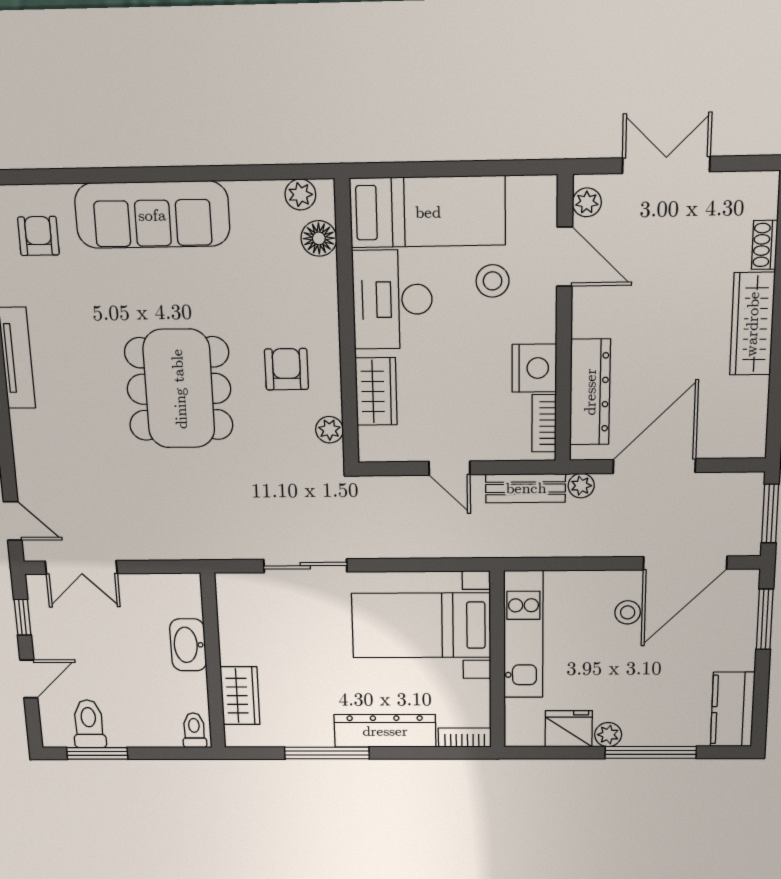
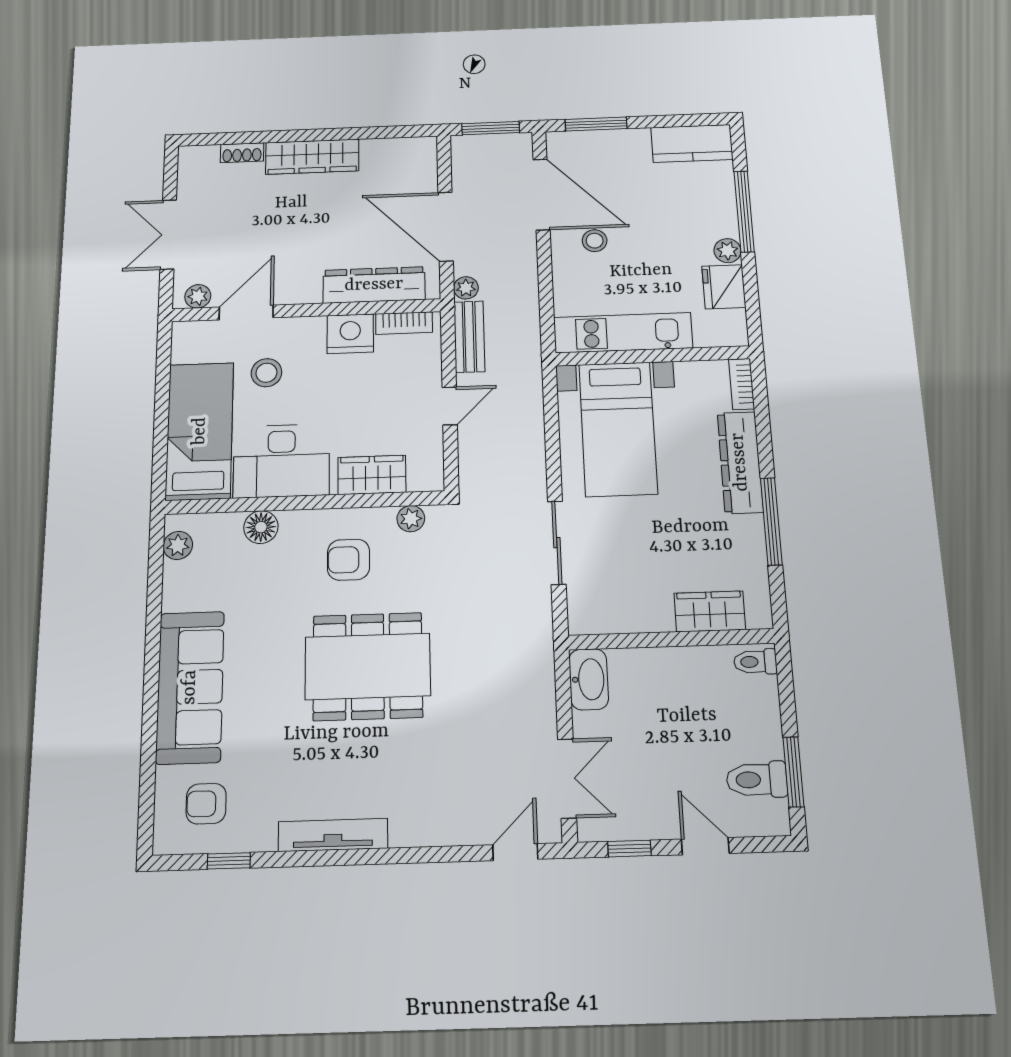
floor lamp: (319, 238) -> (261, 527), moved
washbasin: (188, 645) -> (589, 679), moved, turned -90

